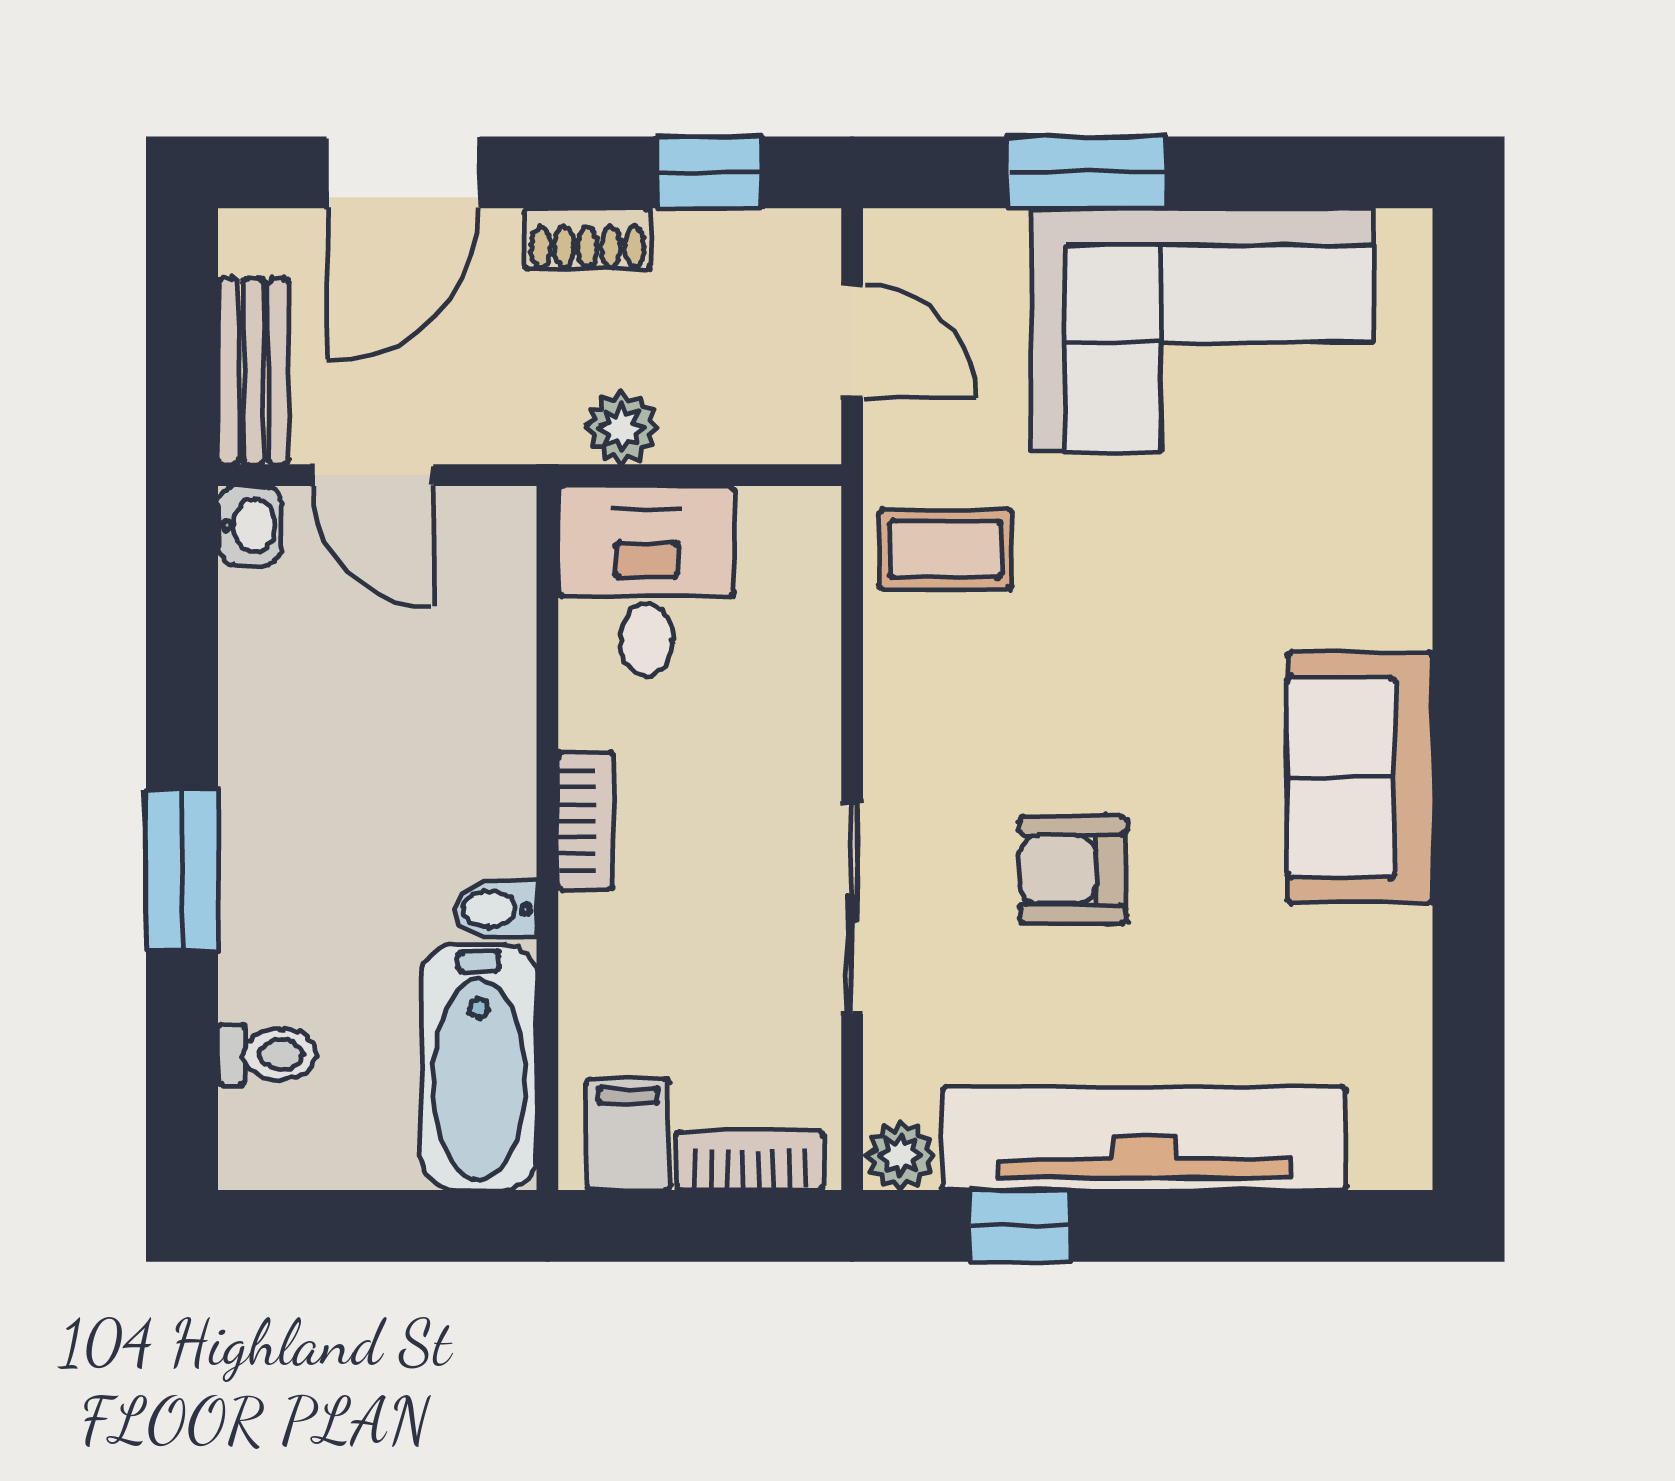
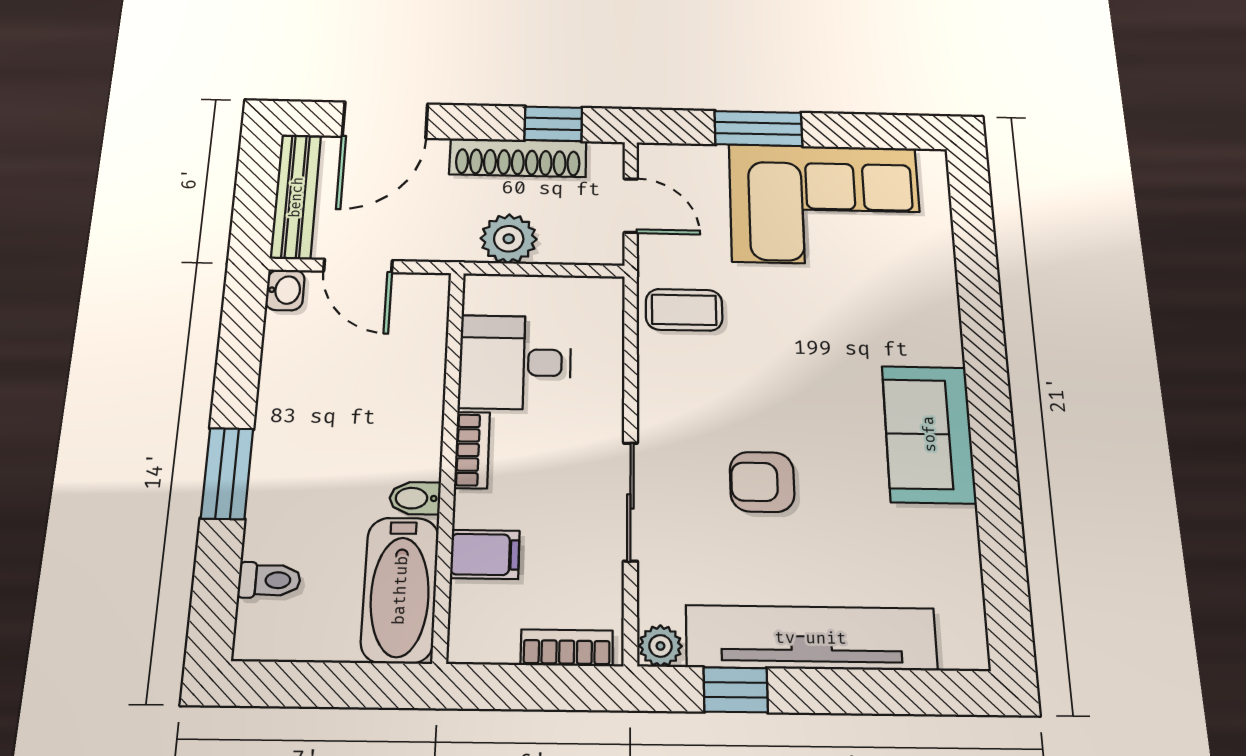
shoe rack: (588, 239) -> (518, 158), width x1.94, depth x1.24
bench: (253, 371) -> (296, 197), width x1.36
plant: (622, 428) -> (509, 239), width x1.38, depth x1.38
desk: (646, 581) -> (515, 362), moved, turned -90
filing cabinet: (628, 1135) -> (485, 554), moved, turned 90

